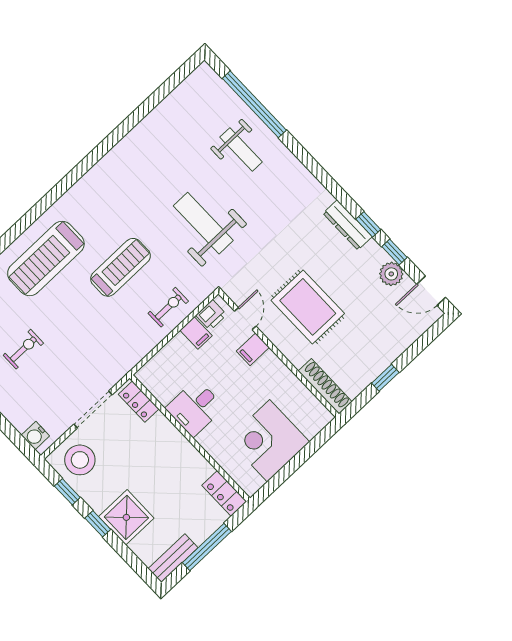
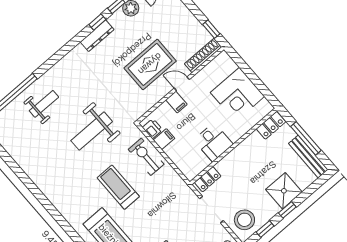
exercise bike: (168, 307) -> (146, 157), width x1.38, depth x1.39
door: (245, 319) -> (182, 84), moved
window: (385, 378) -> (211, 29), moved
bench: (173, 558) -> (308, 156), width x1.36

